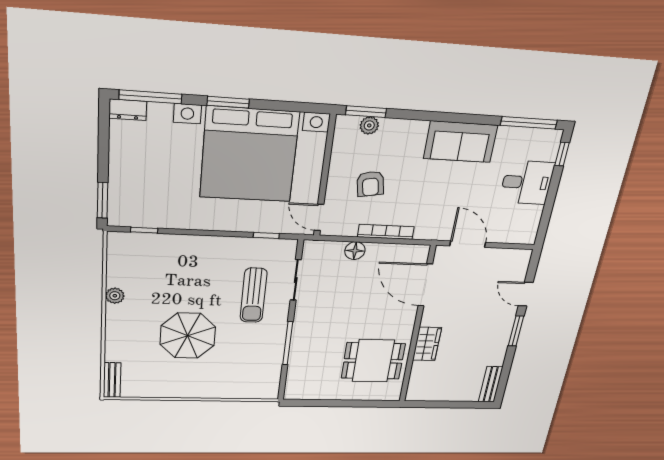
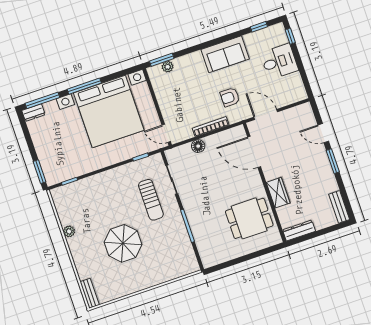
window: (228, 102) -> (84, 86), width x1.44
window: (529, 123) -> (259, 27), width x0.46
armchair: (370, 184) -> (230, 97), moved, turned 100
dresser: (427, 394) -> (299, 231), added

